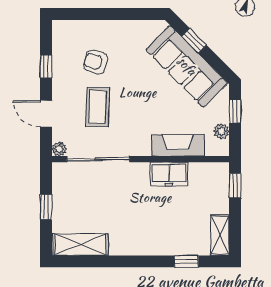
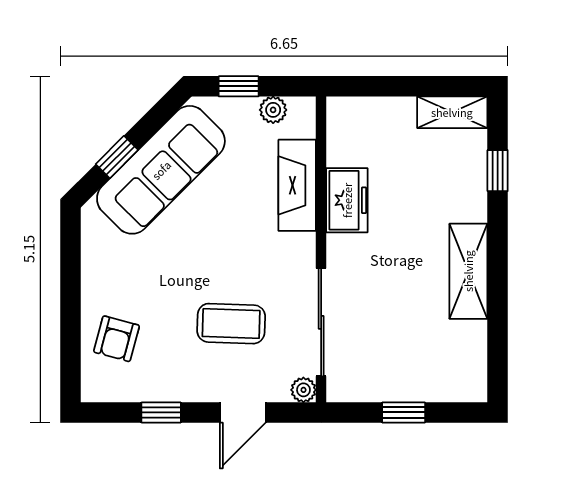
armchair: (96, 62) -> (117, 339), moved
window: (235, 186) -> (367, 86), removed
shelving: (81, 244) -> (468, 271), moved

